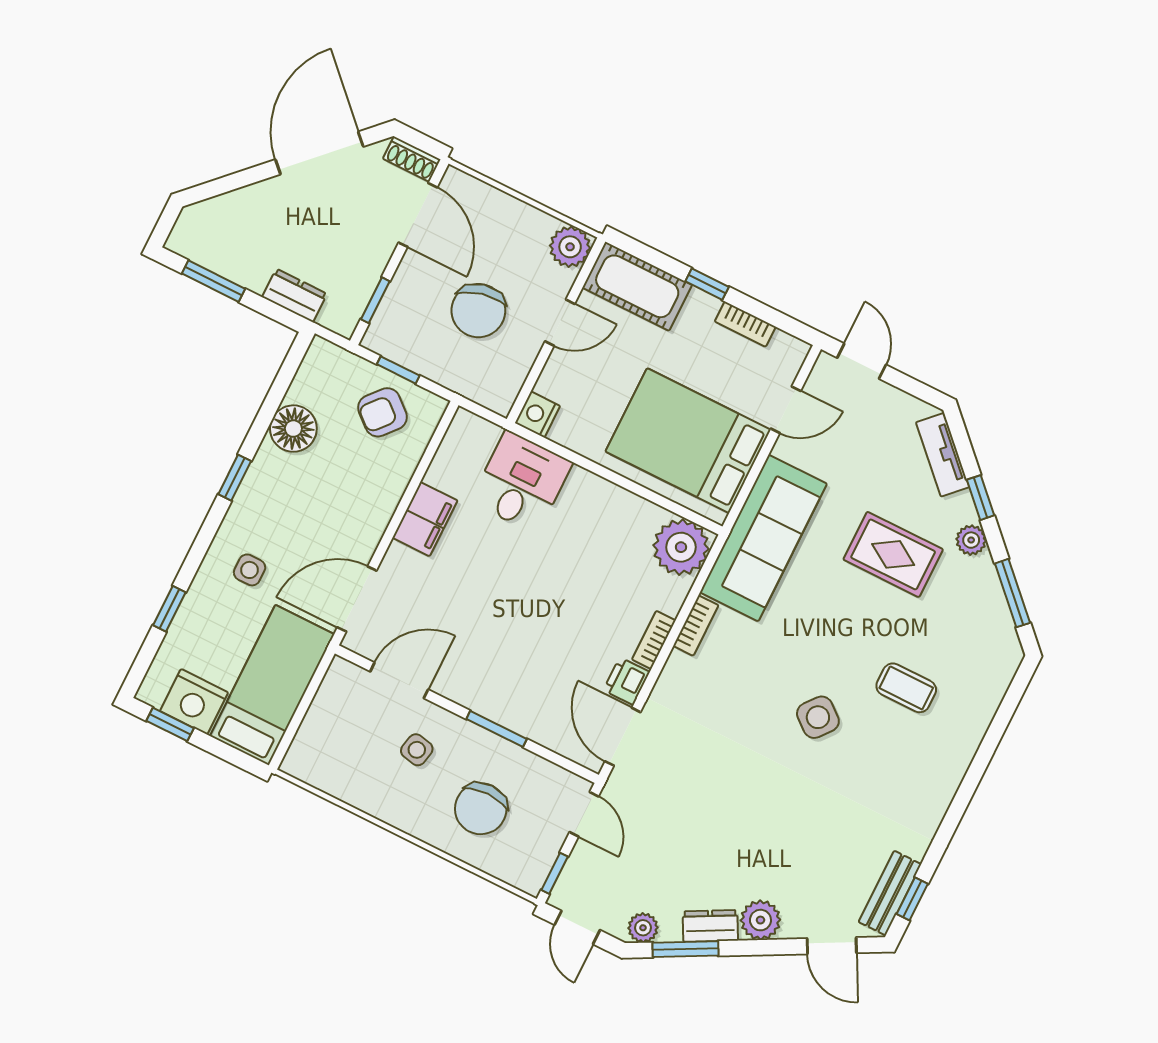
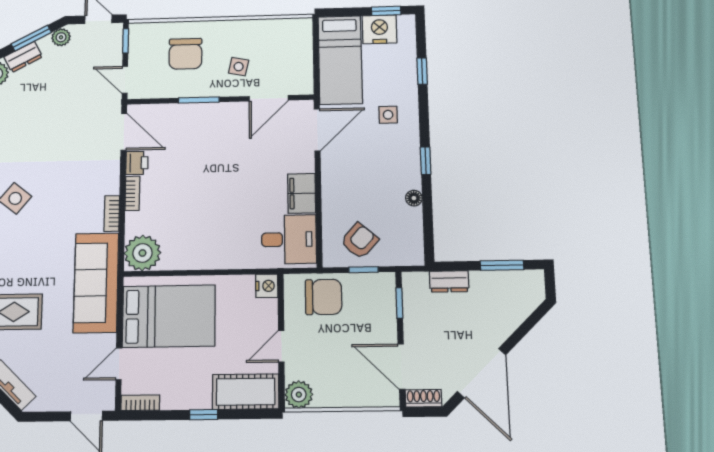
chair: (478, 311) -> (324, 297), moved, turned 103
bookcase: (745, 324) -> (140, 403), moved
floor lamp: (293, 429) -> (414, 198), width x0.53, depth x0.53
desk: (521, 482) -> (289, 239), moved, turned -90
chair: (481, 809) -> (185, 54), turned 180

